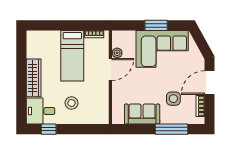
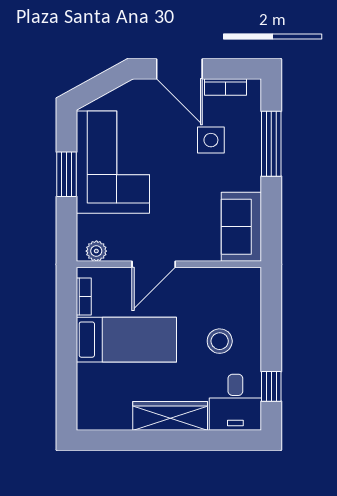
plant: (117, 53) -> (96, 251), moved
door: (110, 70) -> (154, 264), swing flipped
sofa: (142, 114) -> (241, 227), moved

